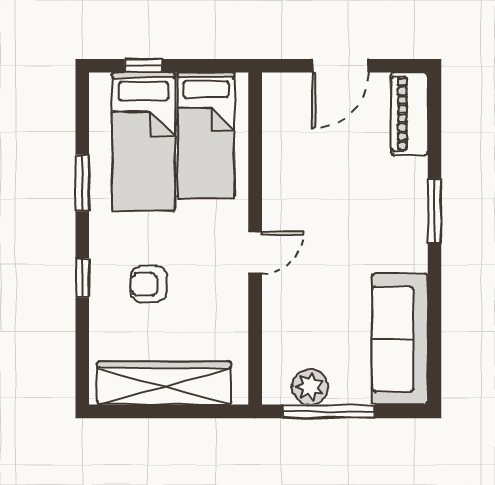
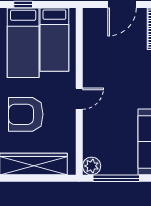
armchair: (149, 284) -> (26, 114), width x1.88, depth x1.88
plant: (310, 387) -> (92, 166), moved

